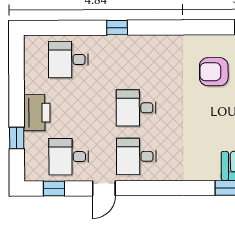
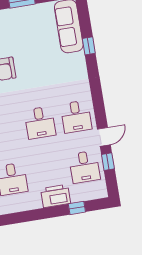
window: (54, 188) -> (108, 162), moved
door: (104, 188) -> (104, 137), hinge flipped

